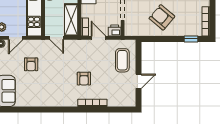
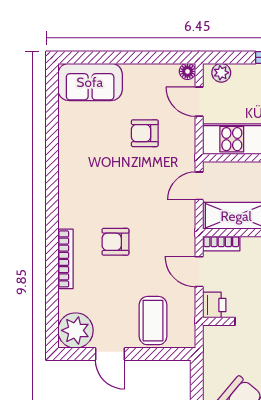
door: (98, 38) -> (199, 272), swing flipped
coffee table: (122, 60) -> (153, 321), turned 90
plant: (127, 98) -> (76, 330), added

